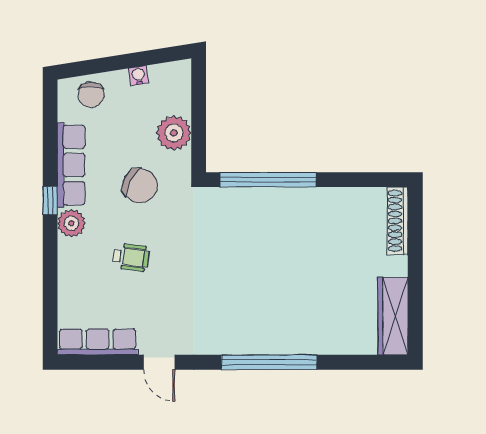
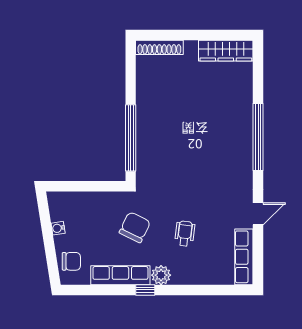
plant: (174, 133) -> (98, 204), removed

